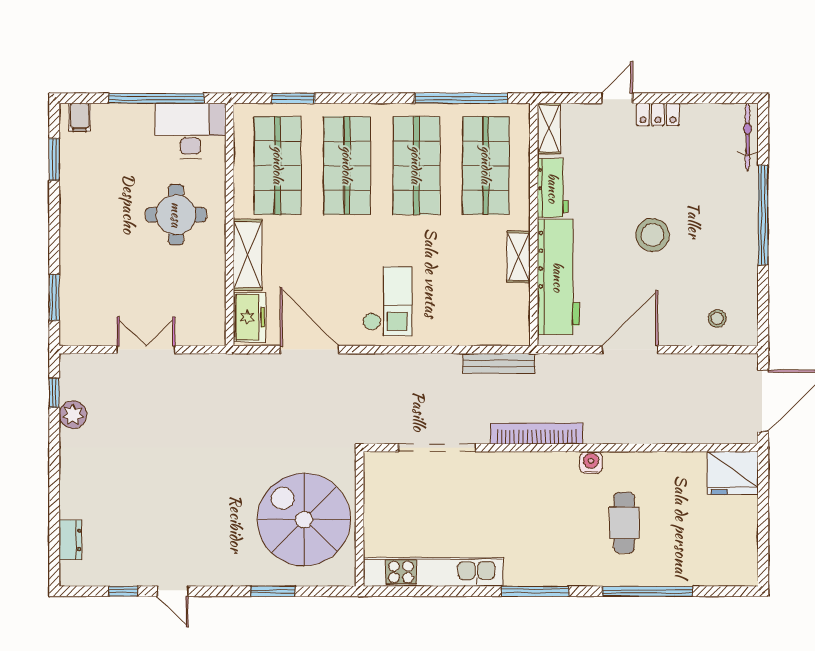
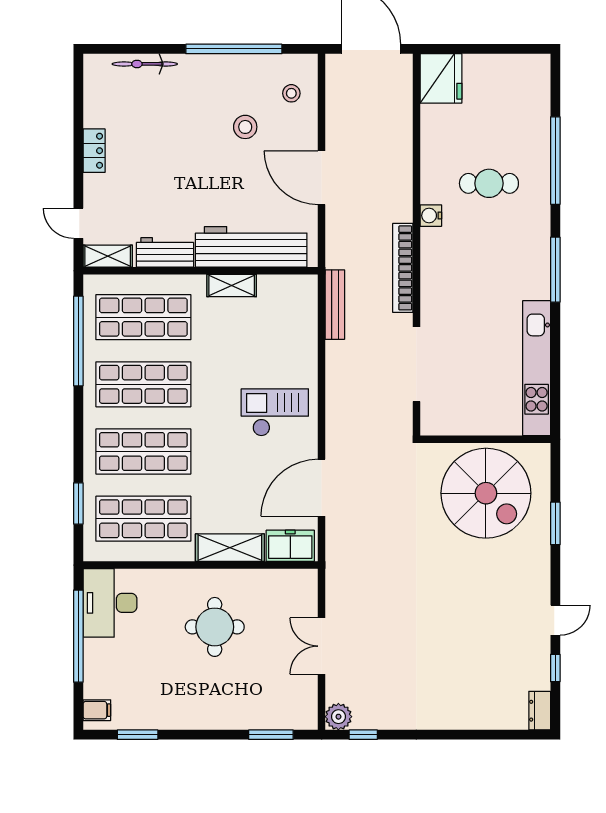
door: (617, 98) -> (78, 223), moved
bicycle: (748, 137) -> (145, 64), moved
round table: (176, 215) -> (215, 627), moved
window: (763, 215) -> (234, 49), moved
stool: (652, 235) -> (245, 127), moved, width x0.73, depth x0.73
plant: (73, 415) -> (338, 717), moved
spiral stairs: (304, 520) -> (486, 493), turned -90
dresser: (70, 540) -> (540, 711), moved, turned -90

